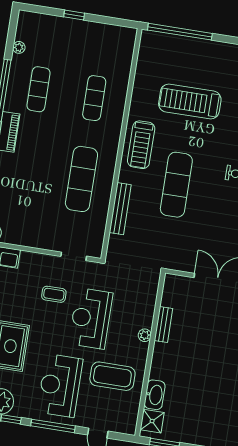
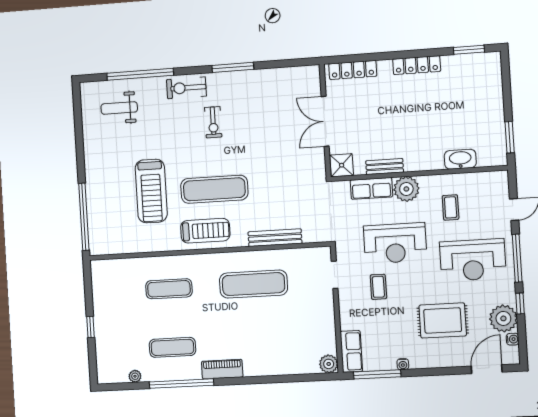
exercise mat: (176, 185) -> (214, 189), moved
row of seats: (146, 308) -> (371, 188), added
plant: (145, 335) -> (406, 189), width x1.88, depth x1.88
coffee table: (112, 376) -> (451, 207), width x0.54, depth x0.58
shower: (152, 421) -> (342, 165), moved

